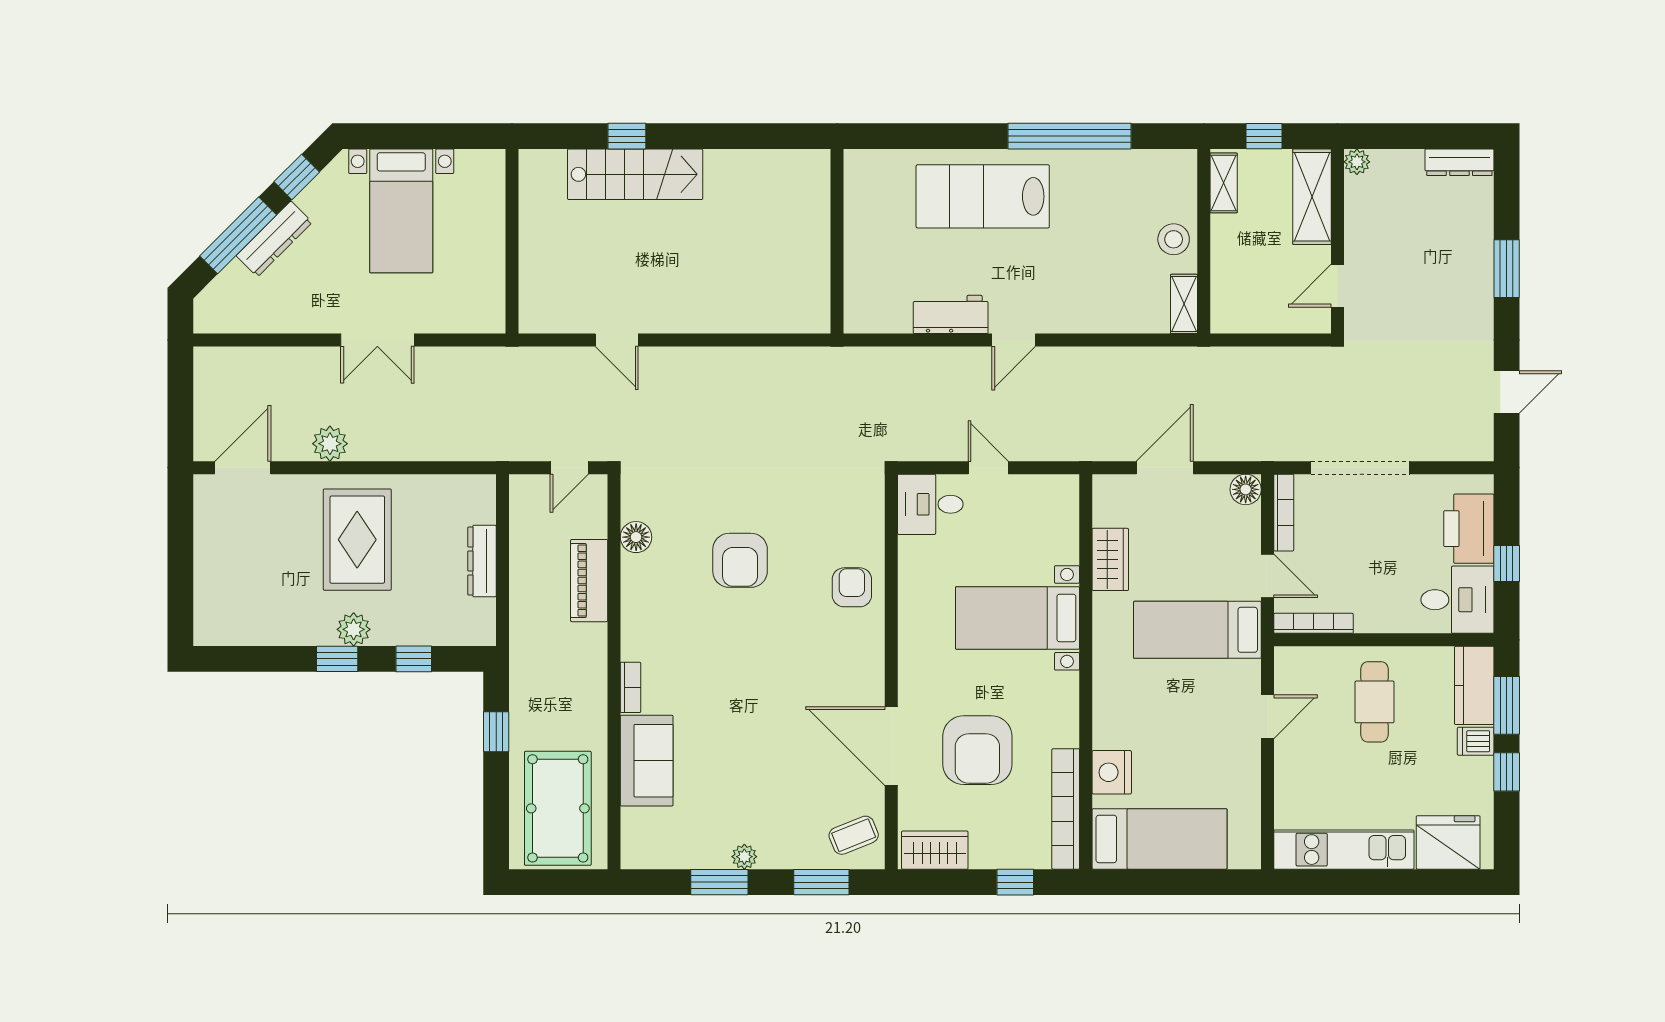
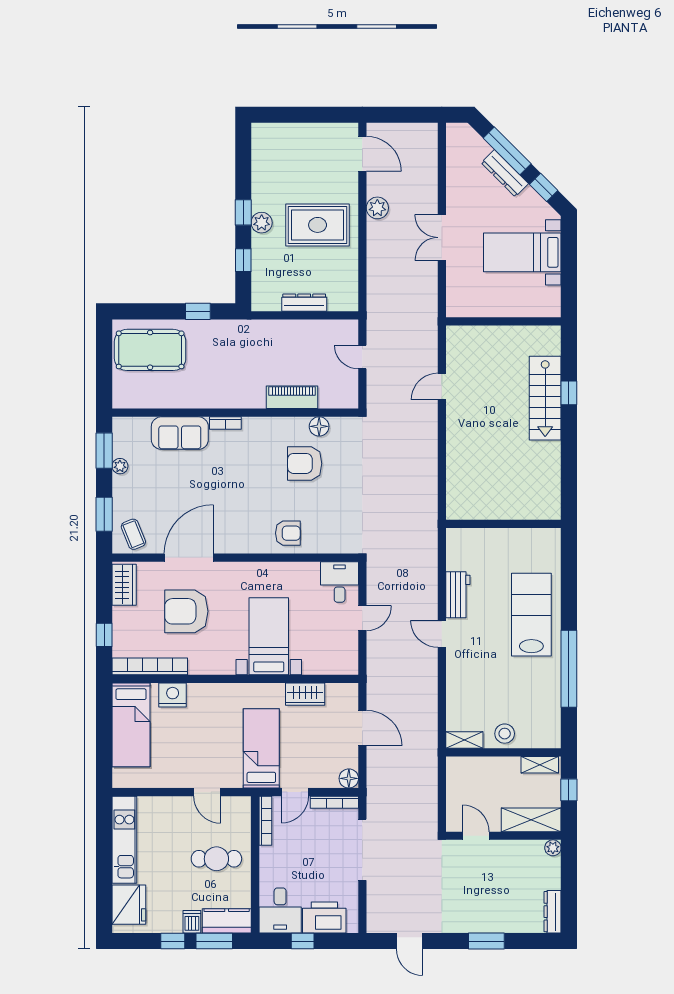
floor lamp: (636, 537) -> (319, 426), moved
piano: (589, 581) -> (292, 397), moved
wall: (614, 672) -> (235, 413), moved
bookcase: (630, 687) -> (225, 423), moved
sofa: (647, 761) -> (180, 433), moved

